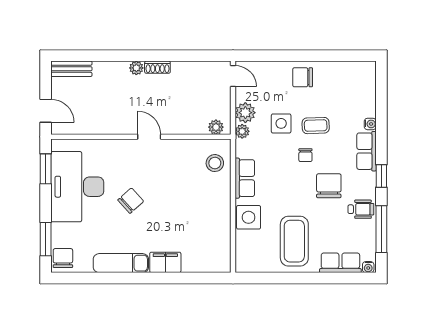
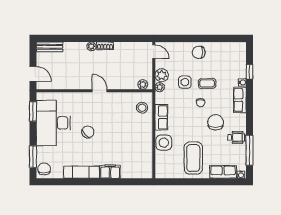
window: (381, 176) -> (249, 72), moved

